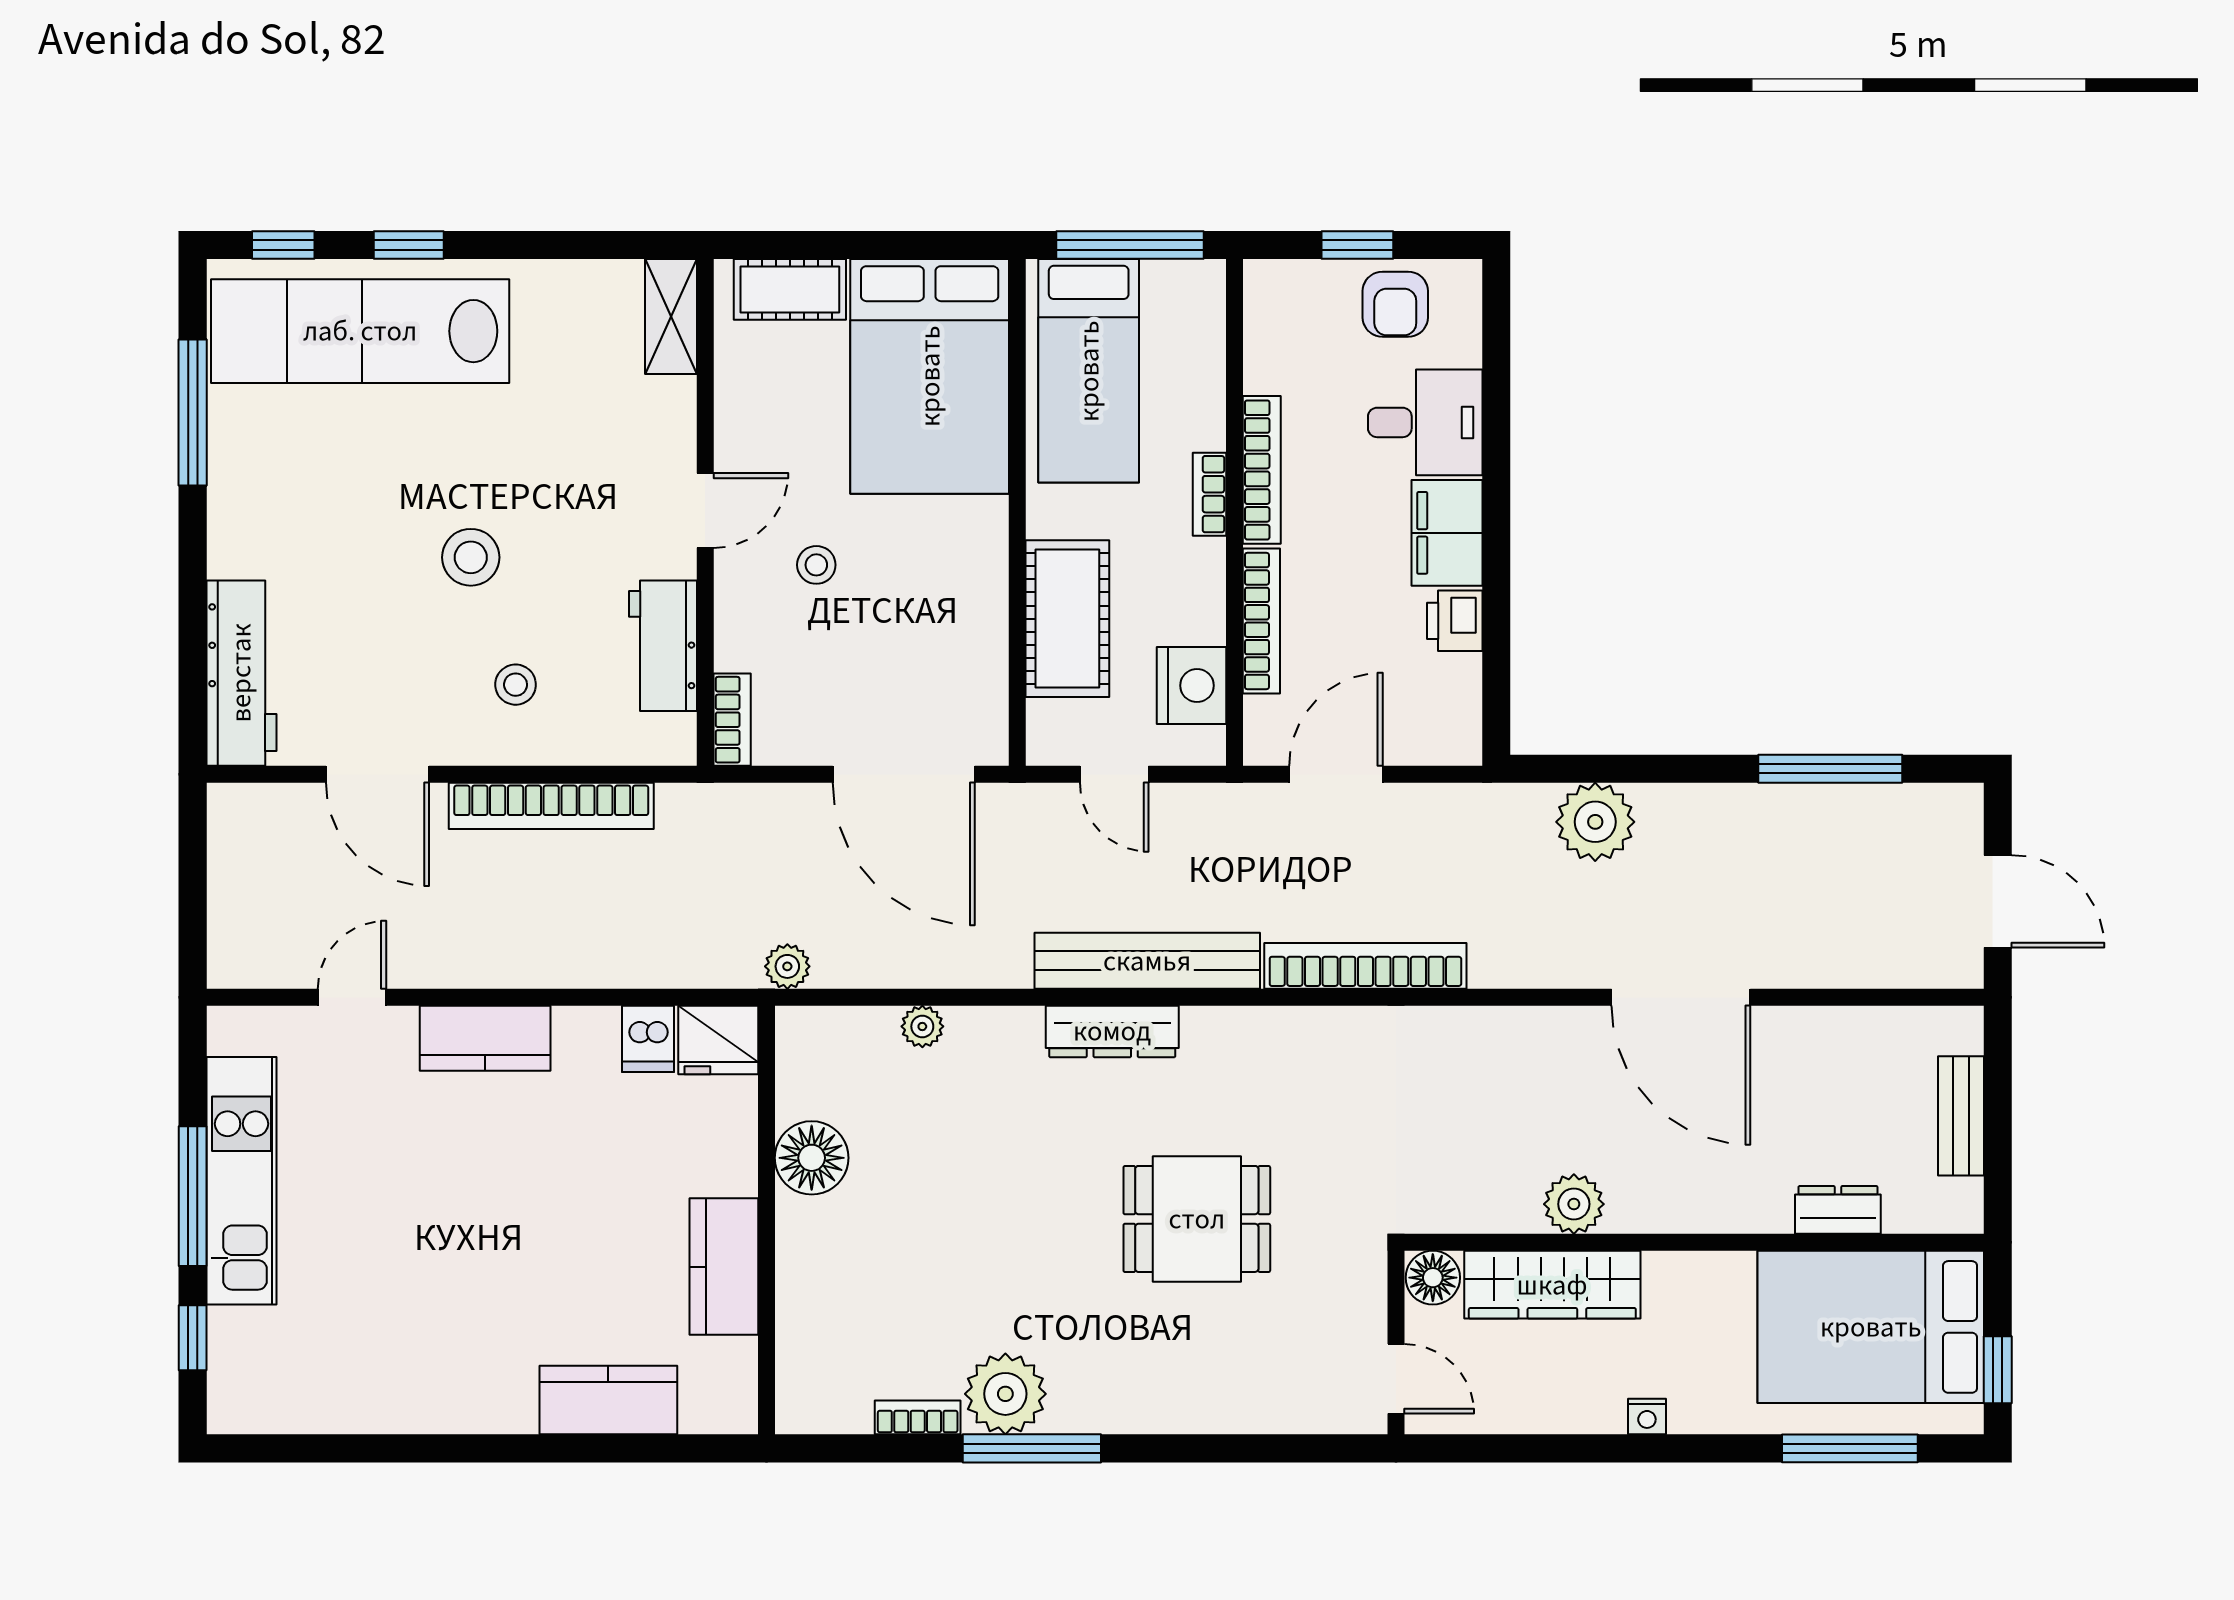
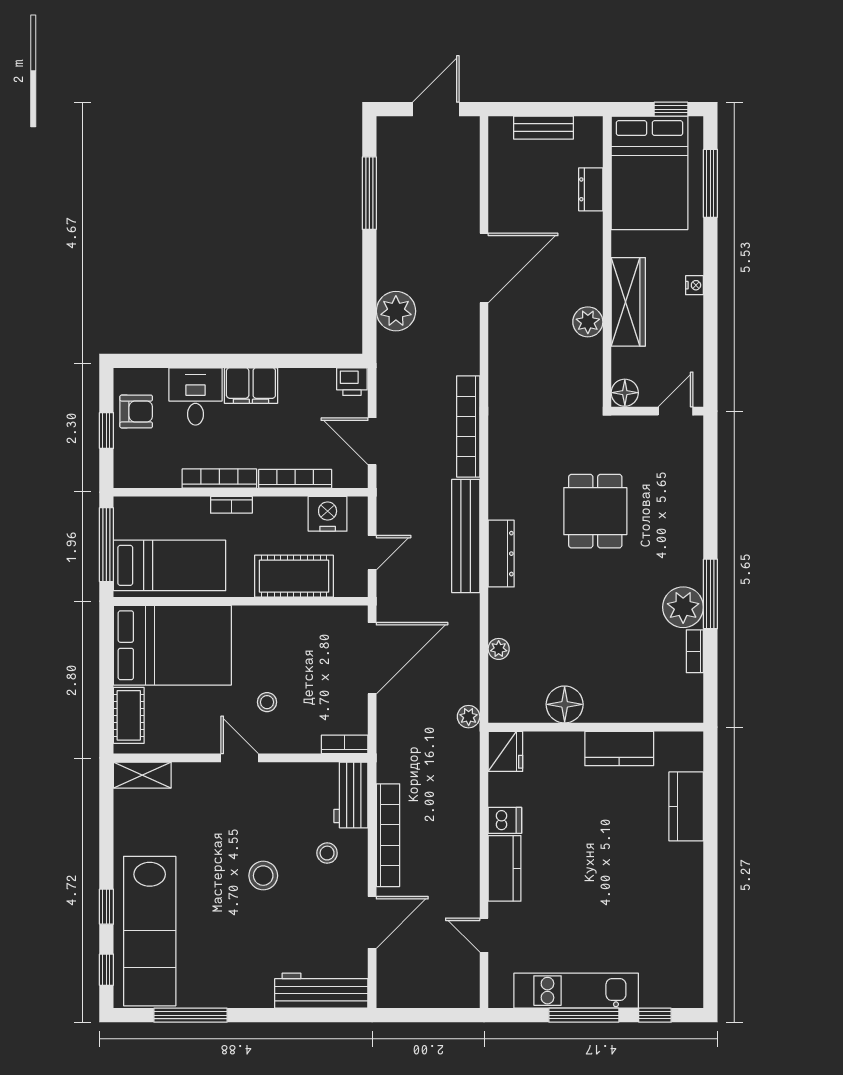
printer: (1455, 621) -> (352, 382), moved
workbench: (663, 646) -> (351, 795), moved, turned 90
dishwasher: (648, 1039) -> (505, 820), moved
wardrobe: (1552, 1285) -> (628, 302), moved

